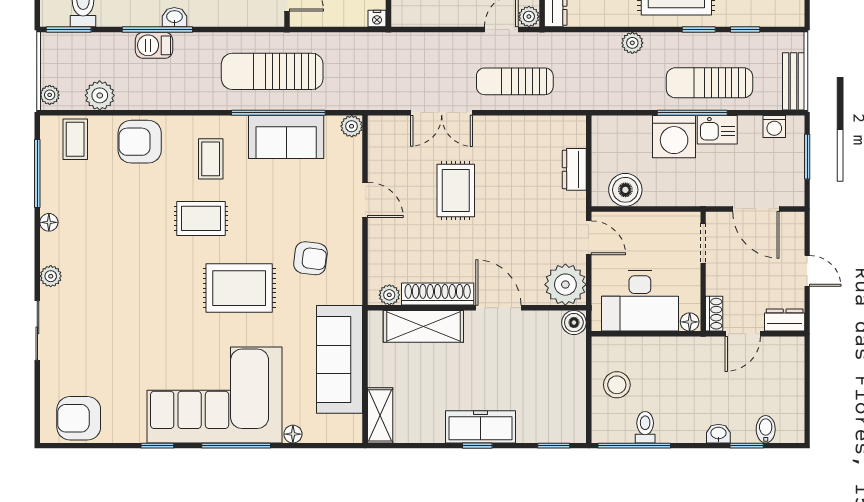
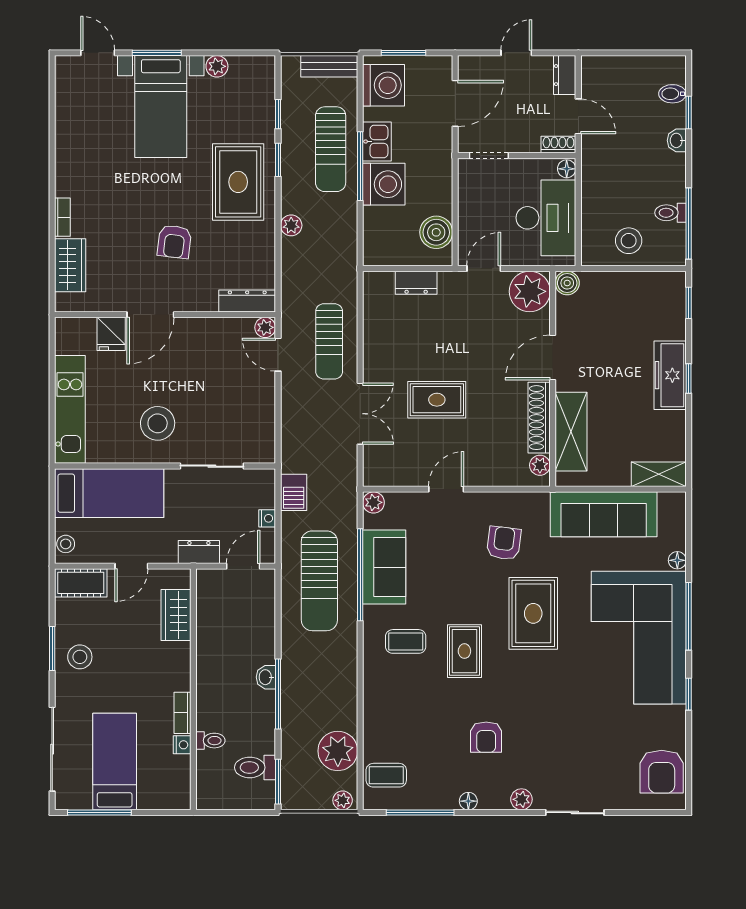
nightstand: (377, 19) -> (267, 518), moved
barbecue: (154, 45) -> (294, 492), moved
plant: (100, 95) -> (338, 751), width x1.36, depth x1.36
washing machine: (774, 127) -> (384, 85), width x1.89, depth x1.89
armchair: (140, 142) -> (486, 737), moved, width x0.72, depth x0.72

